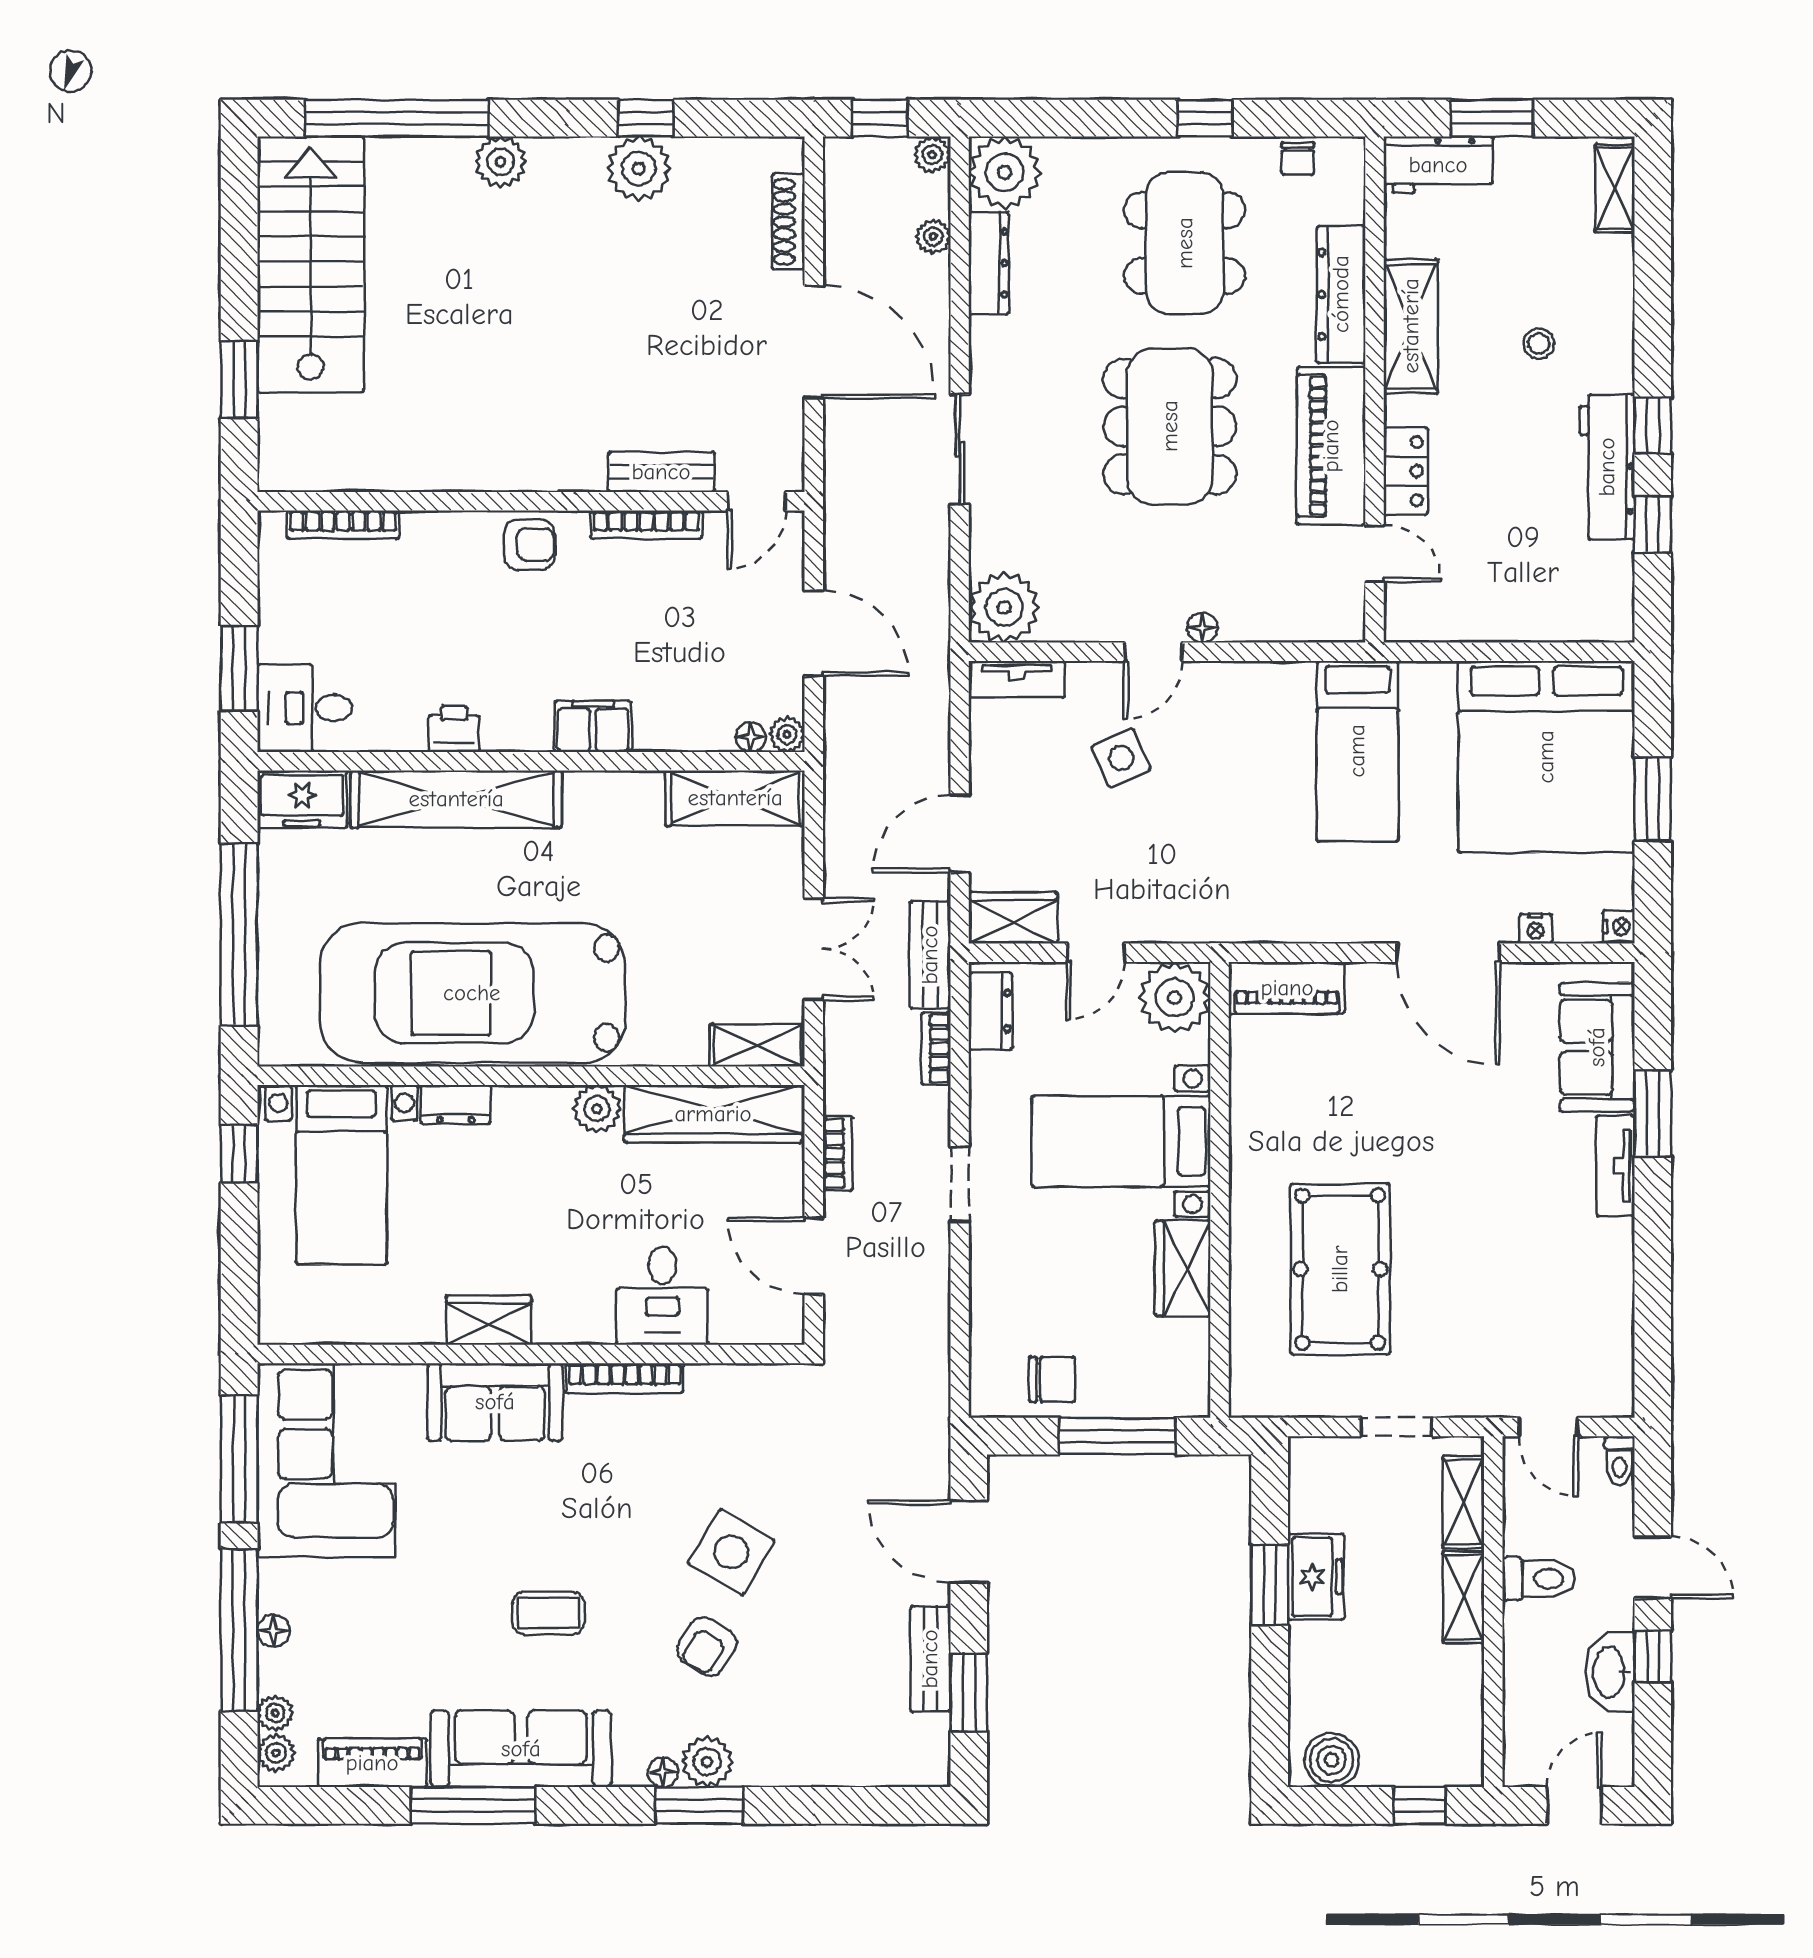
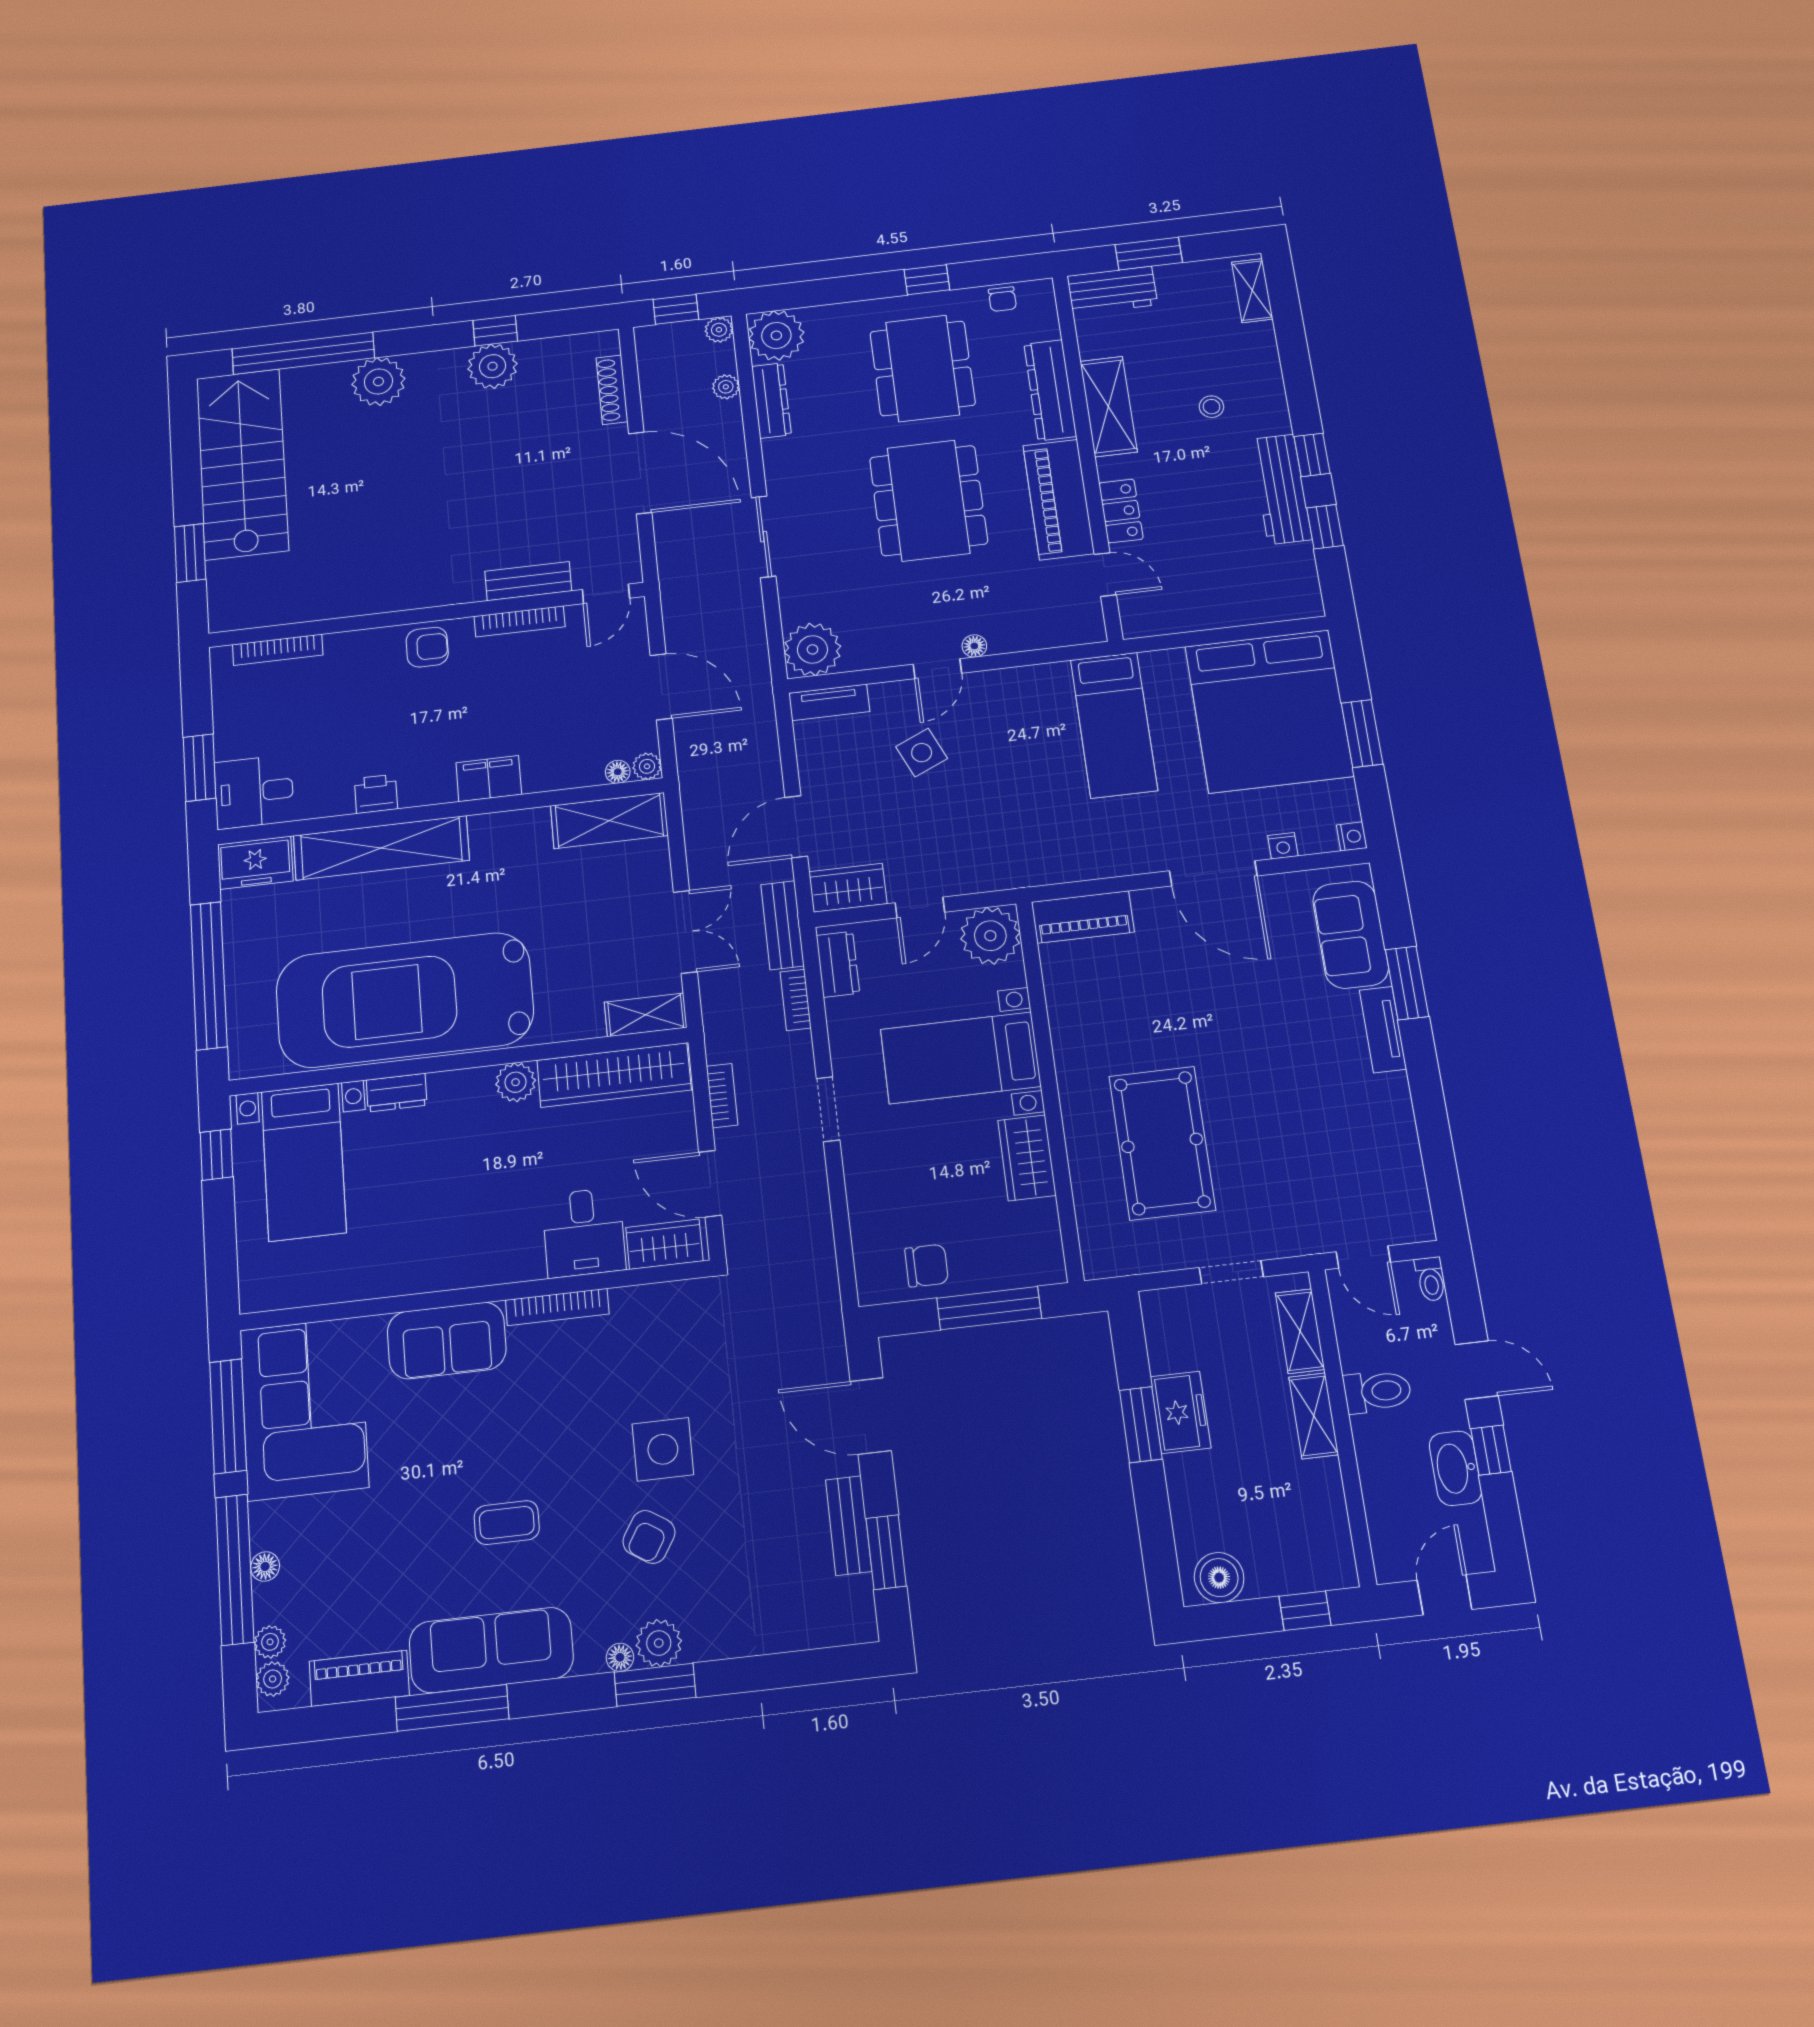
plant: (500, 162) -> (378, 381), width x1.36, depth x1.36
wardrobe: (489, 1320) -> (664, 1244), moved
side table: (731, 1552) -> (663, 1449), turned -31

